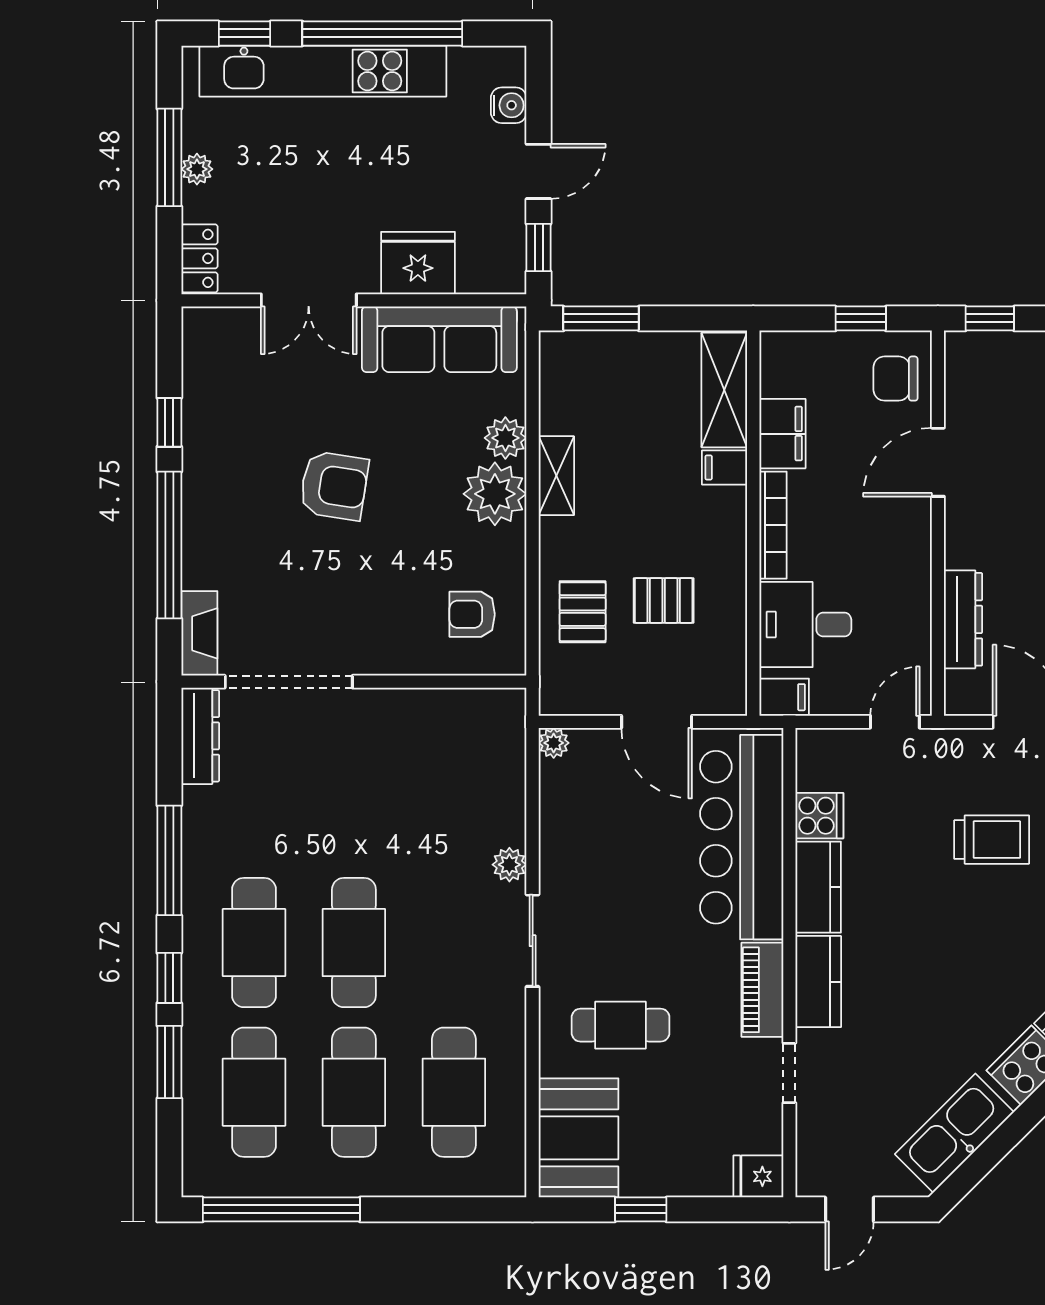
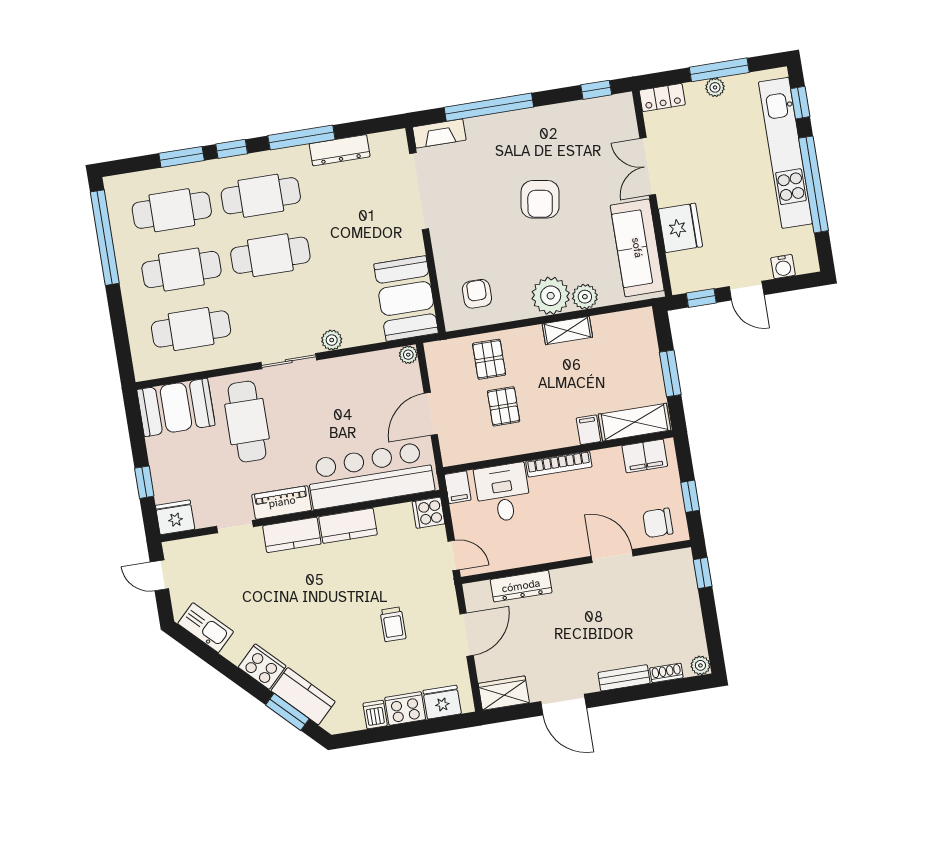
window: (601, 318) -> (670, 373), moved
chair: (896, 379) -> (658, 523), turned -90
window: (169, 422) -> (596, 90), moved
filing cabinet: (782, 434) -> (645, 456), moved
pallet: (583, 612) -> (489, 359), turned 90
booth: (461, 732) -> (406, 299), added
dresser: (200, 736) -> (340, 150), moved
cooker: (819, 816) -> (428, 513), moved, turned 90
trolley: (992, 840) -> (393, 624), width x0.73, depth x0.72
cafe table: (621, 1025) -> (247, 422), width x1.37, depth x1.35
kitchen sink: (954, 1133) -> (206, 628), width x0.73, depth x0.81
fridge: (758, 1176) -> (175, 517), width x1.38
window: (641, 1209) -> (144, 482), moved

